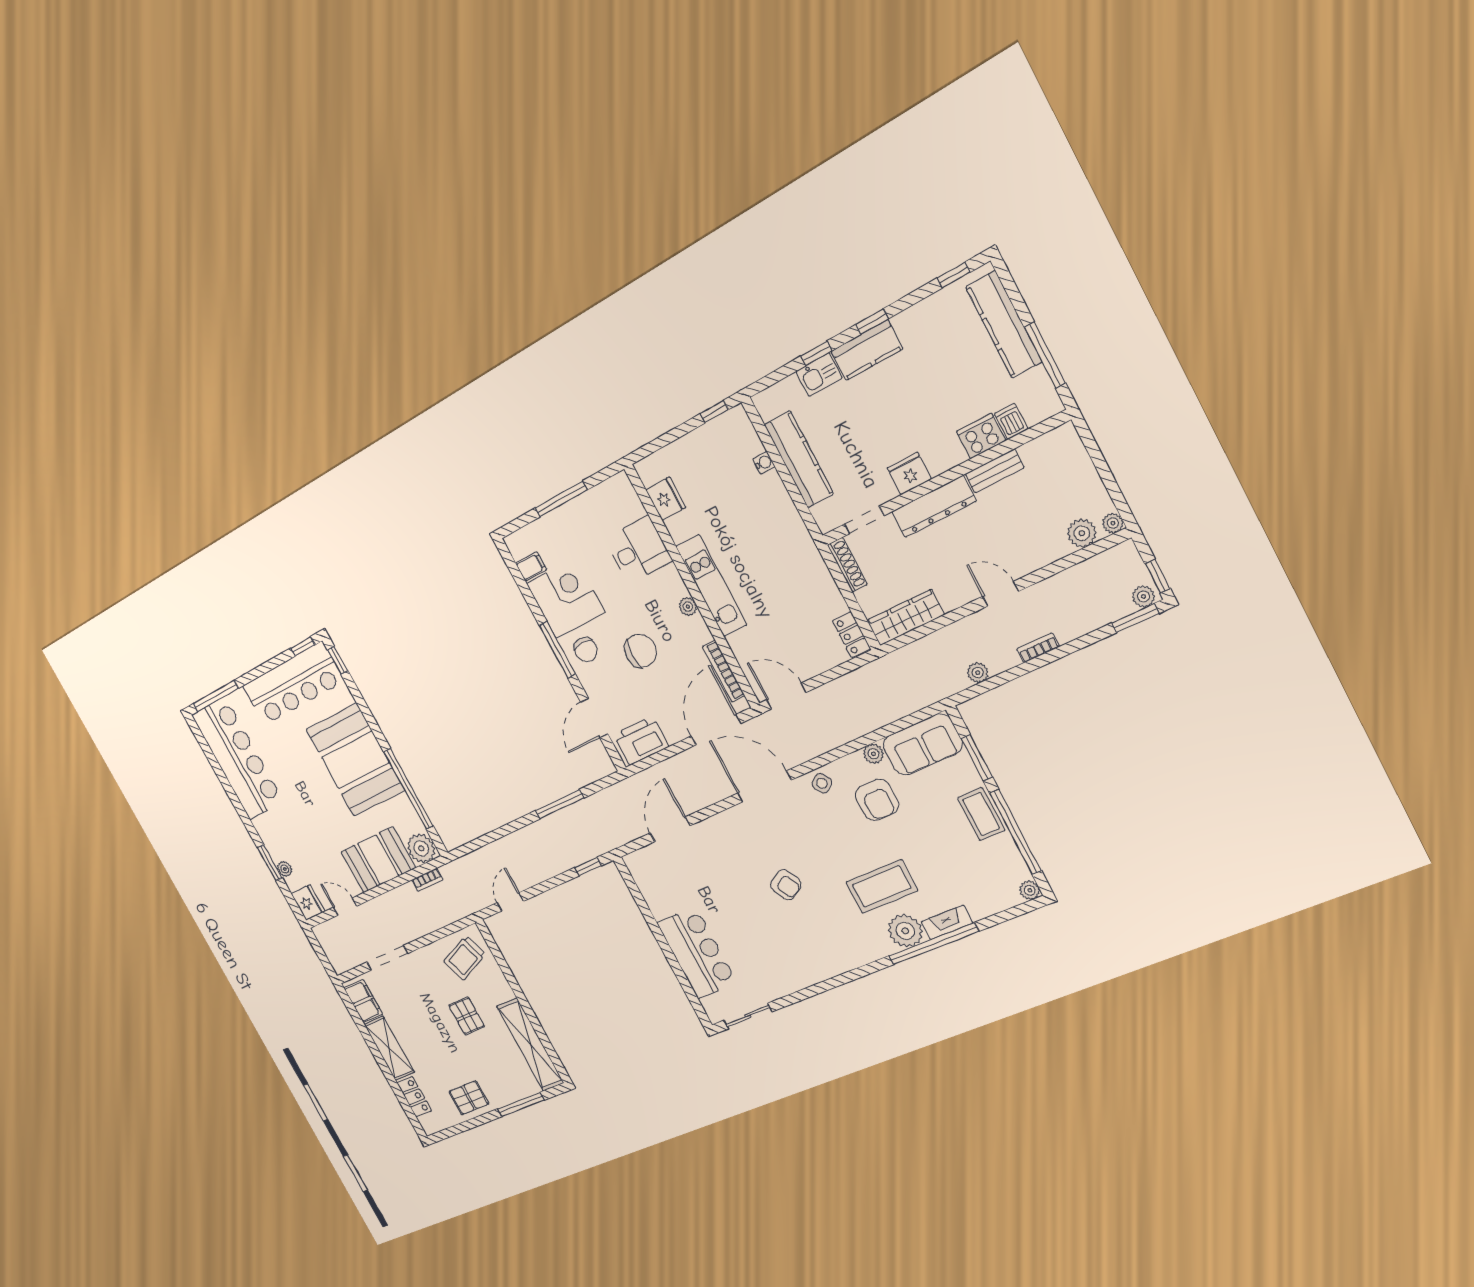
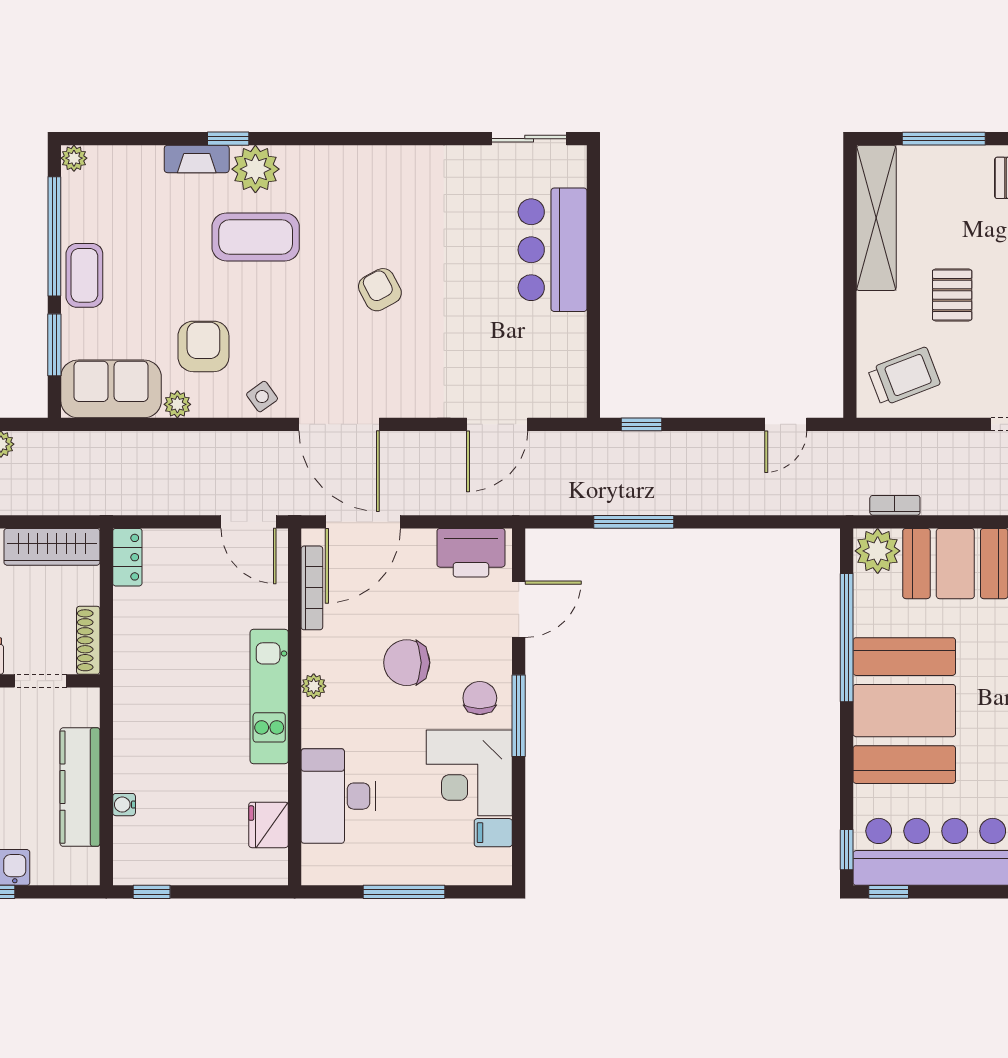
desk: (638, 550) -> (338, 796), width x1.37
window: (934, 944) -> (228, 139), width x0.32

